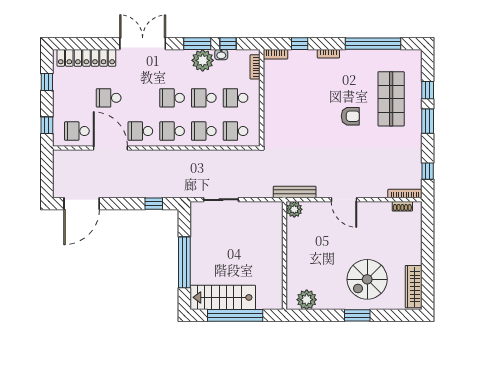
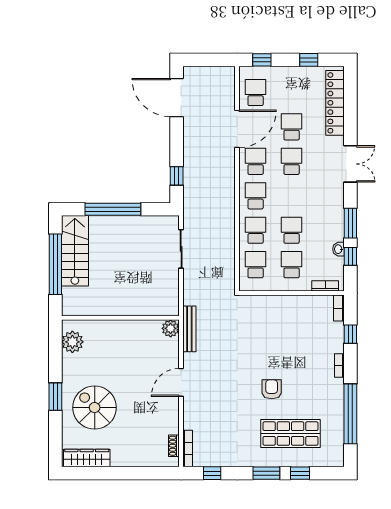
double door: (143, 44) -> (350, 164), width x0.73
plant: (203, 60) -> (332, 229), removed
school desk: (172, 98) -> (292, 161), moved
armchair: (350, 116) -> (272, 389), turned 180

